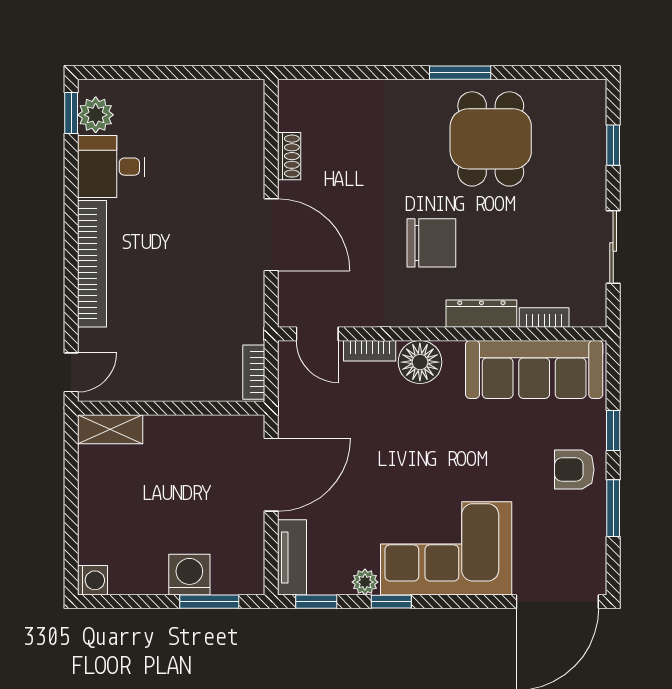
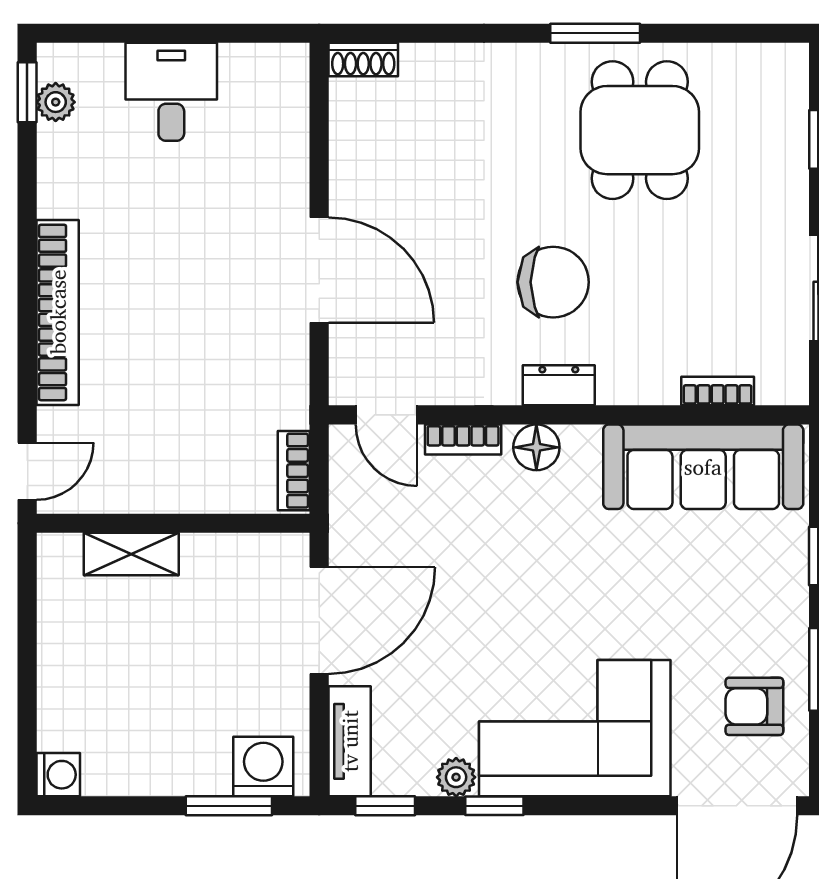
plant: (96, 115) -> (56, 102), width x0.73, depth x0.73
shoe rack: (289, 156) -> (363, 60), moved, turned 90
desk: (111, 167) -> (171, 92), moved, turned 90
dresser: (481, 314) -> (559, 385), moved, width x0.70
floor lamp: (420, 362) -> (536, 447), width x0.73, depth x0.73
shelving: (110, 429) -> (131, 554), moved
armchair: (574, 470) -> (754, 706), moved
washing machine: (189, 575) -> (263, 767), moved

